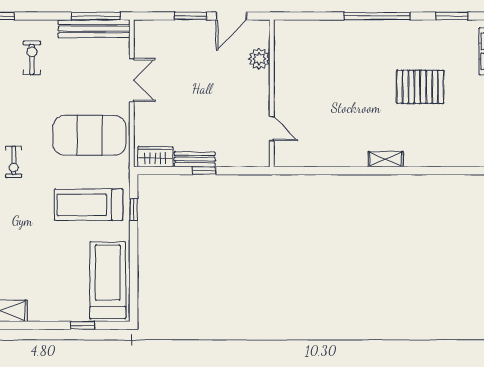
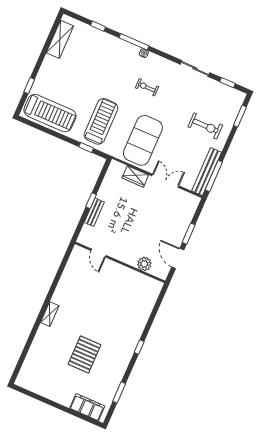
window: (377, 16) -> (139, 347), width x0.32
exercise bike: (32, 58) -> (205, 126), width x1.38, depth x1.39
double door: (132, 80) -> (165, 181), swing flipped
door: (272, 129) -> (99, 253), hinge flipped
wardrobe: (155, 157) -> (135, 176), moved, turned 90
bench: (195, 159) -> (94, 212), moved

